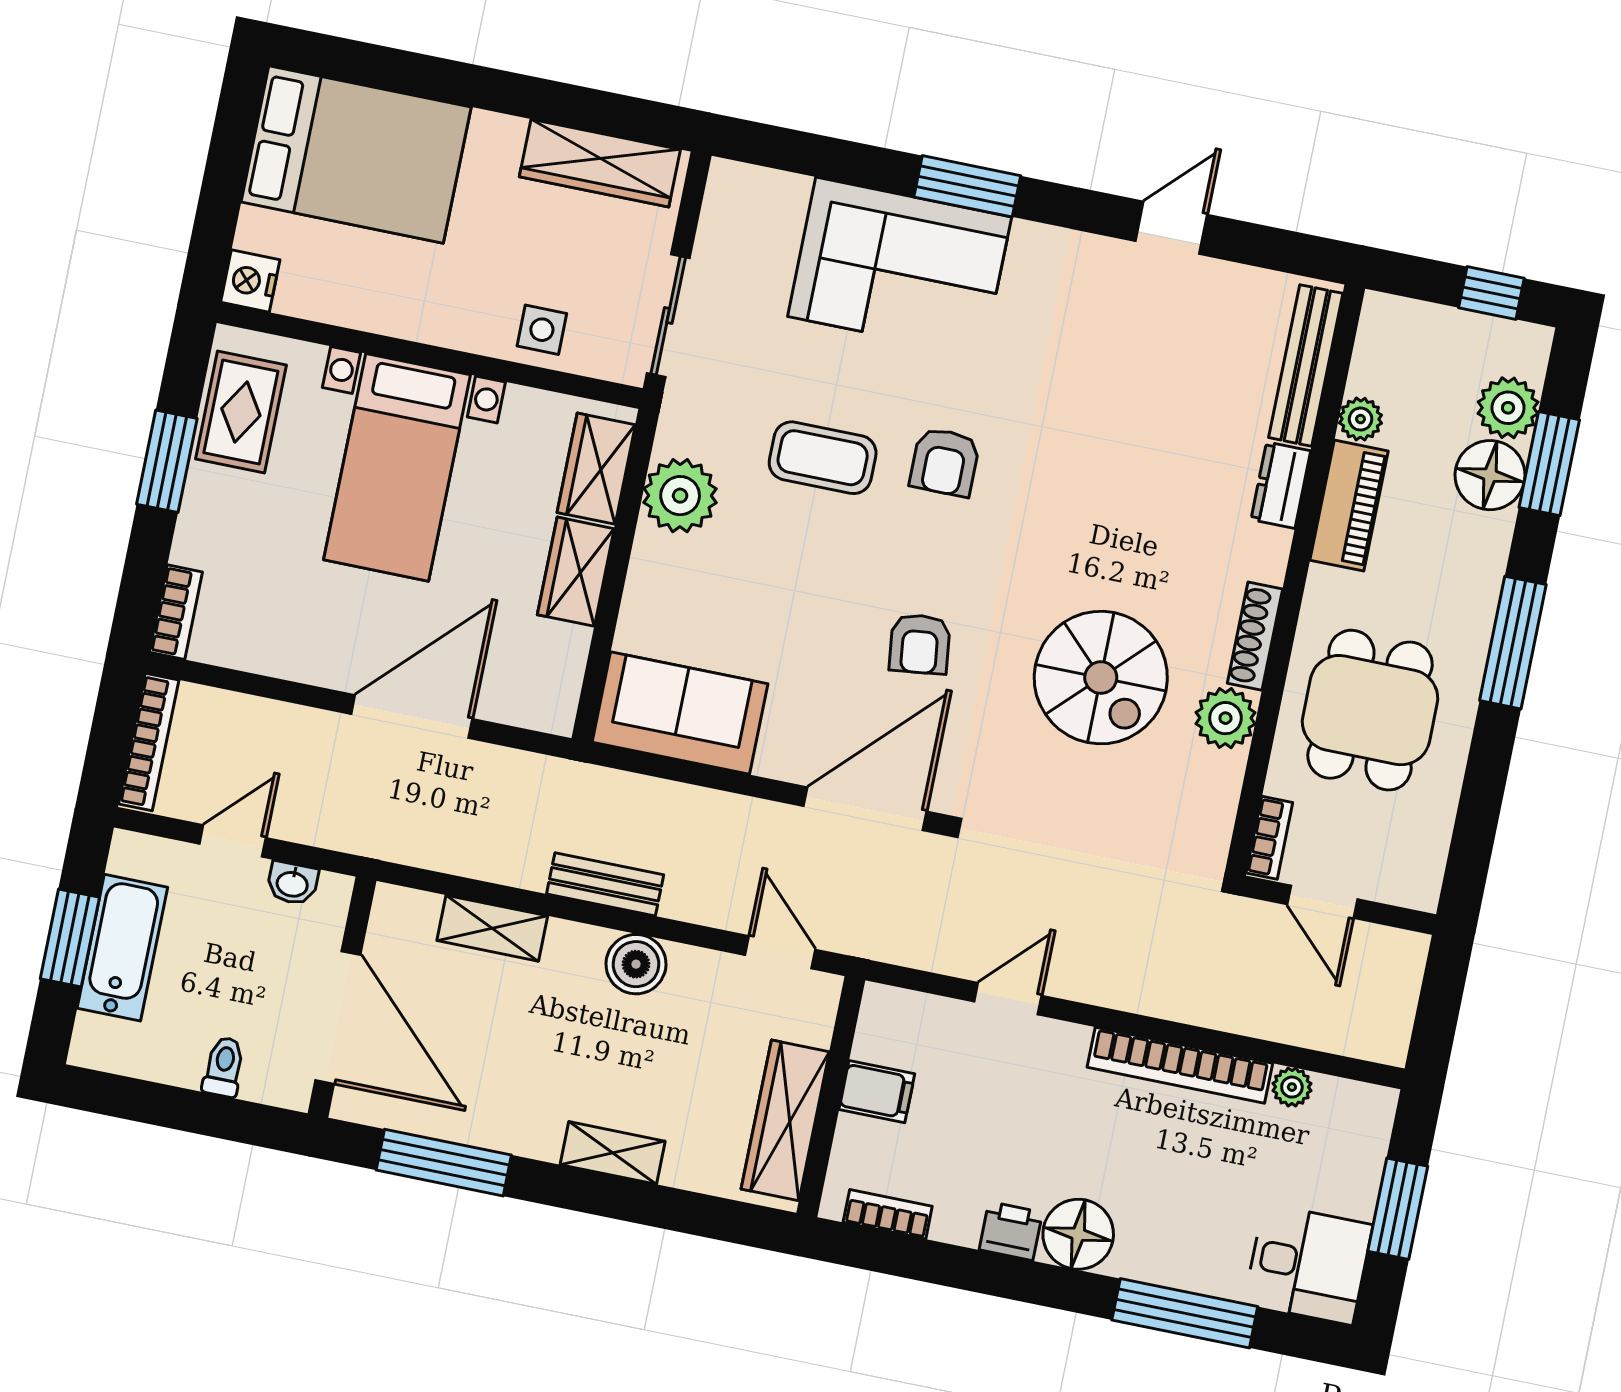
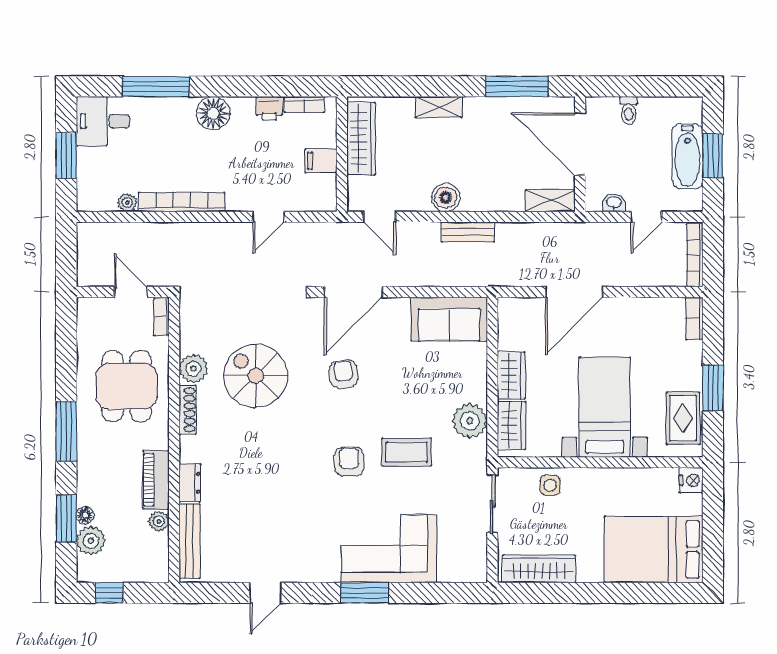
floor lamp: (1490, 475) -> (85, 515), width x0.53, depth x0.53
shelving: (492, 928) -> (550, 201), moved
printer: (1011, 1231) -> (269, 108), moved

